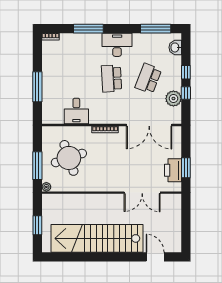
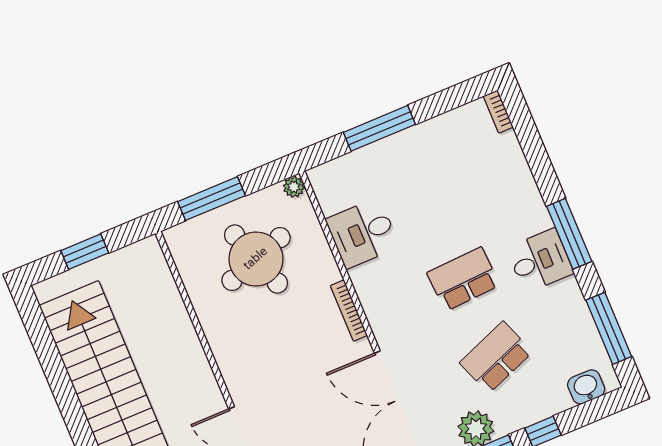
window: (88, 29) -> (569, 234), moved
desk: (117, 45) -> (540, 261), width x0.73
school desk: (148, 78) -> (496, 357), turned -42
plant: (46, 187) -> (294, 187), moved

